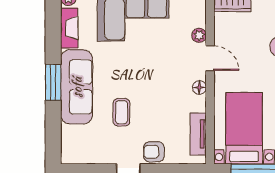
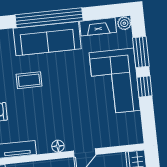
plant: (199, 35) -> (104, 141), removed
window: (53, 82) -> (49, 18), width x2.11

